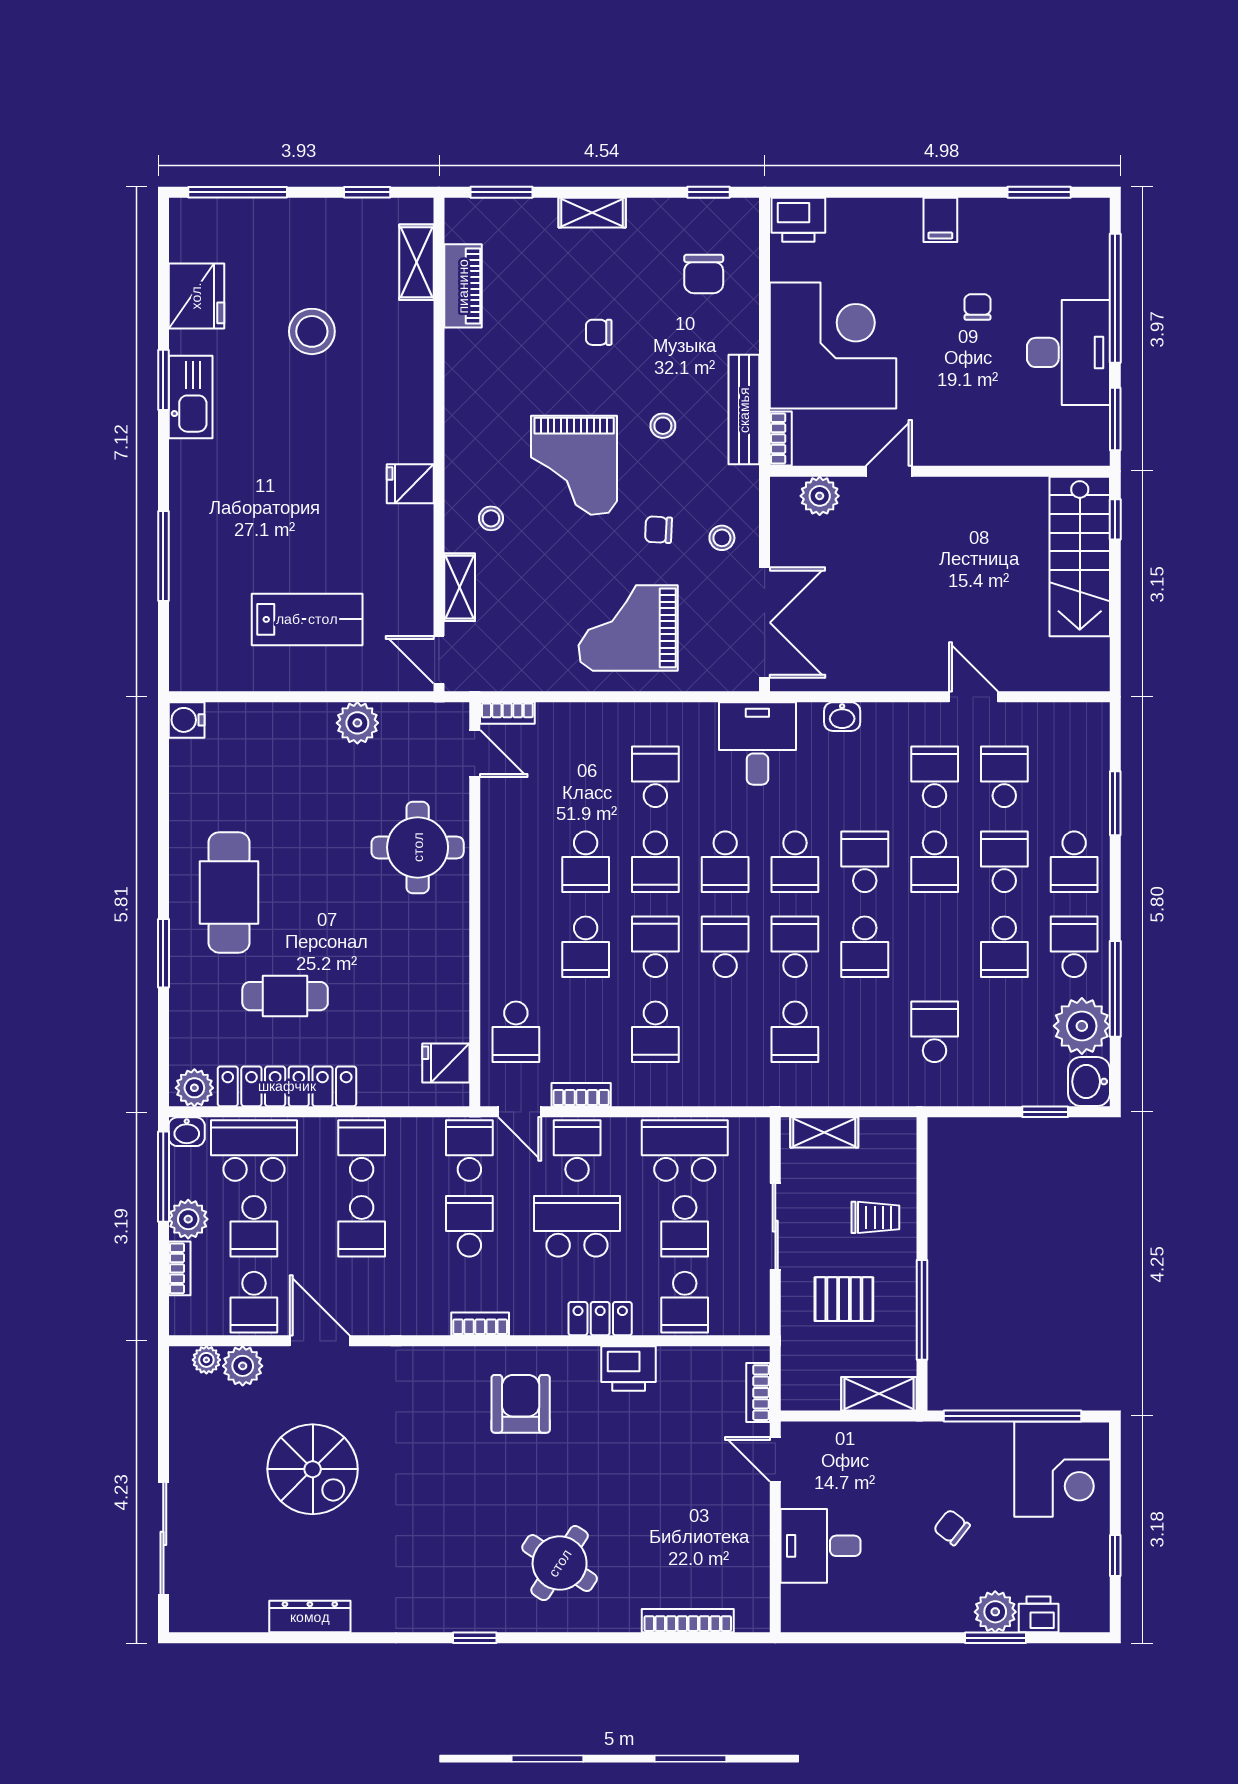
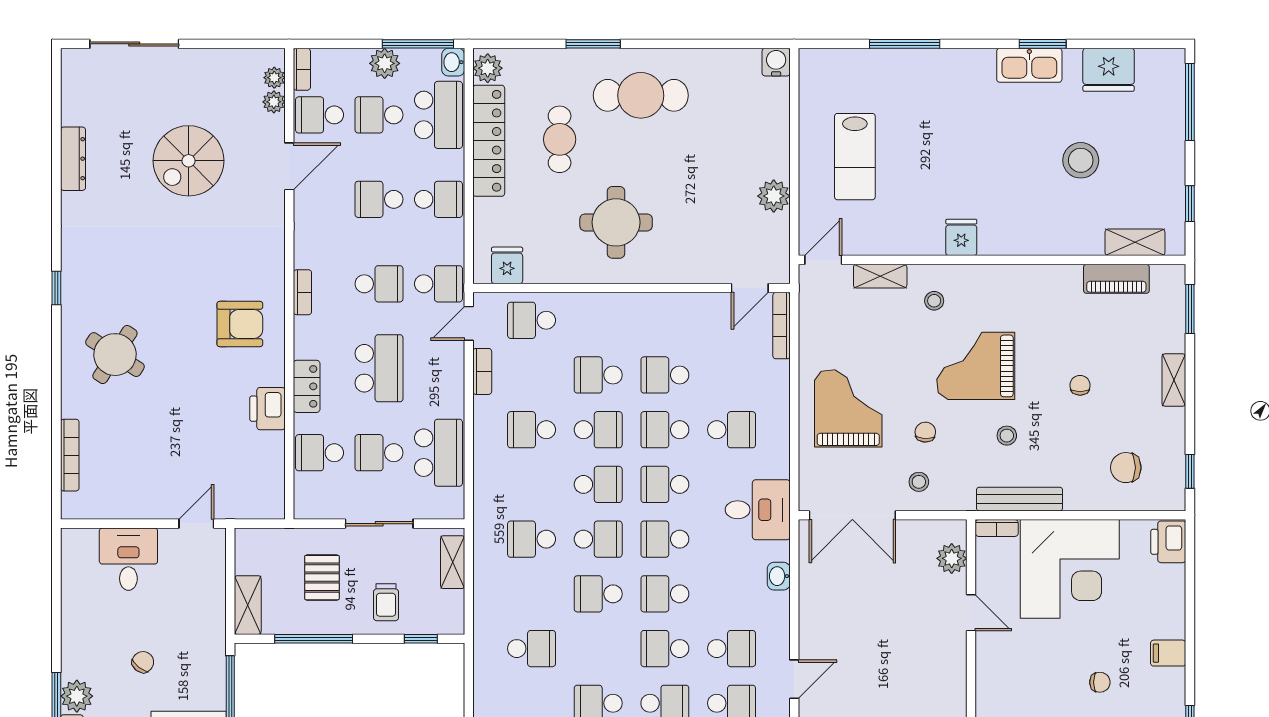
bookcase: (507, 713) -> (782, 326), width x1.56
round table: (418, 847) -> (616, 222), moved
school desk: (865, 862) -> (665, 594), turned 180
school desk: (577, 1150) -> (438, 368), removed
window: (922, 1173) -> (421, 639), added
bookcase: (180, 1268) -> (302, 69), moved, turned -90
plant: (243, 1366) -> (274, 102), width x0.73, depth x0.73
bookcase: (758, 1393) -> (249, 510), removed

